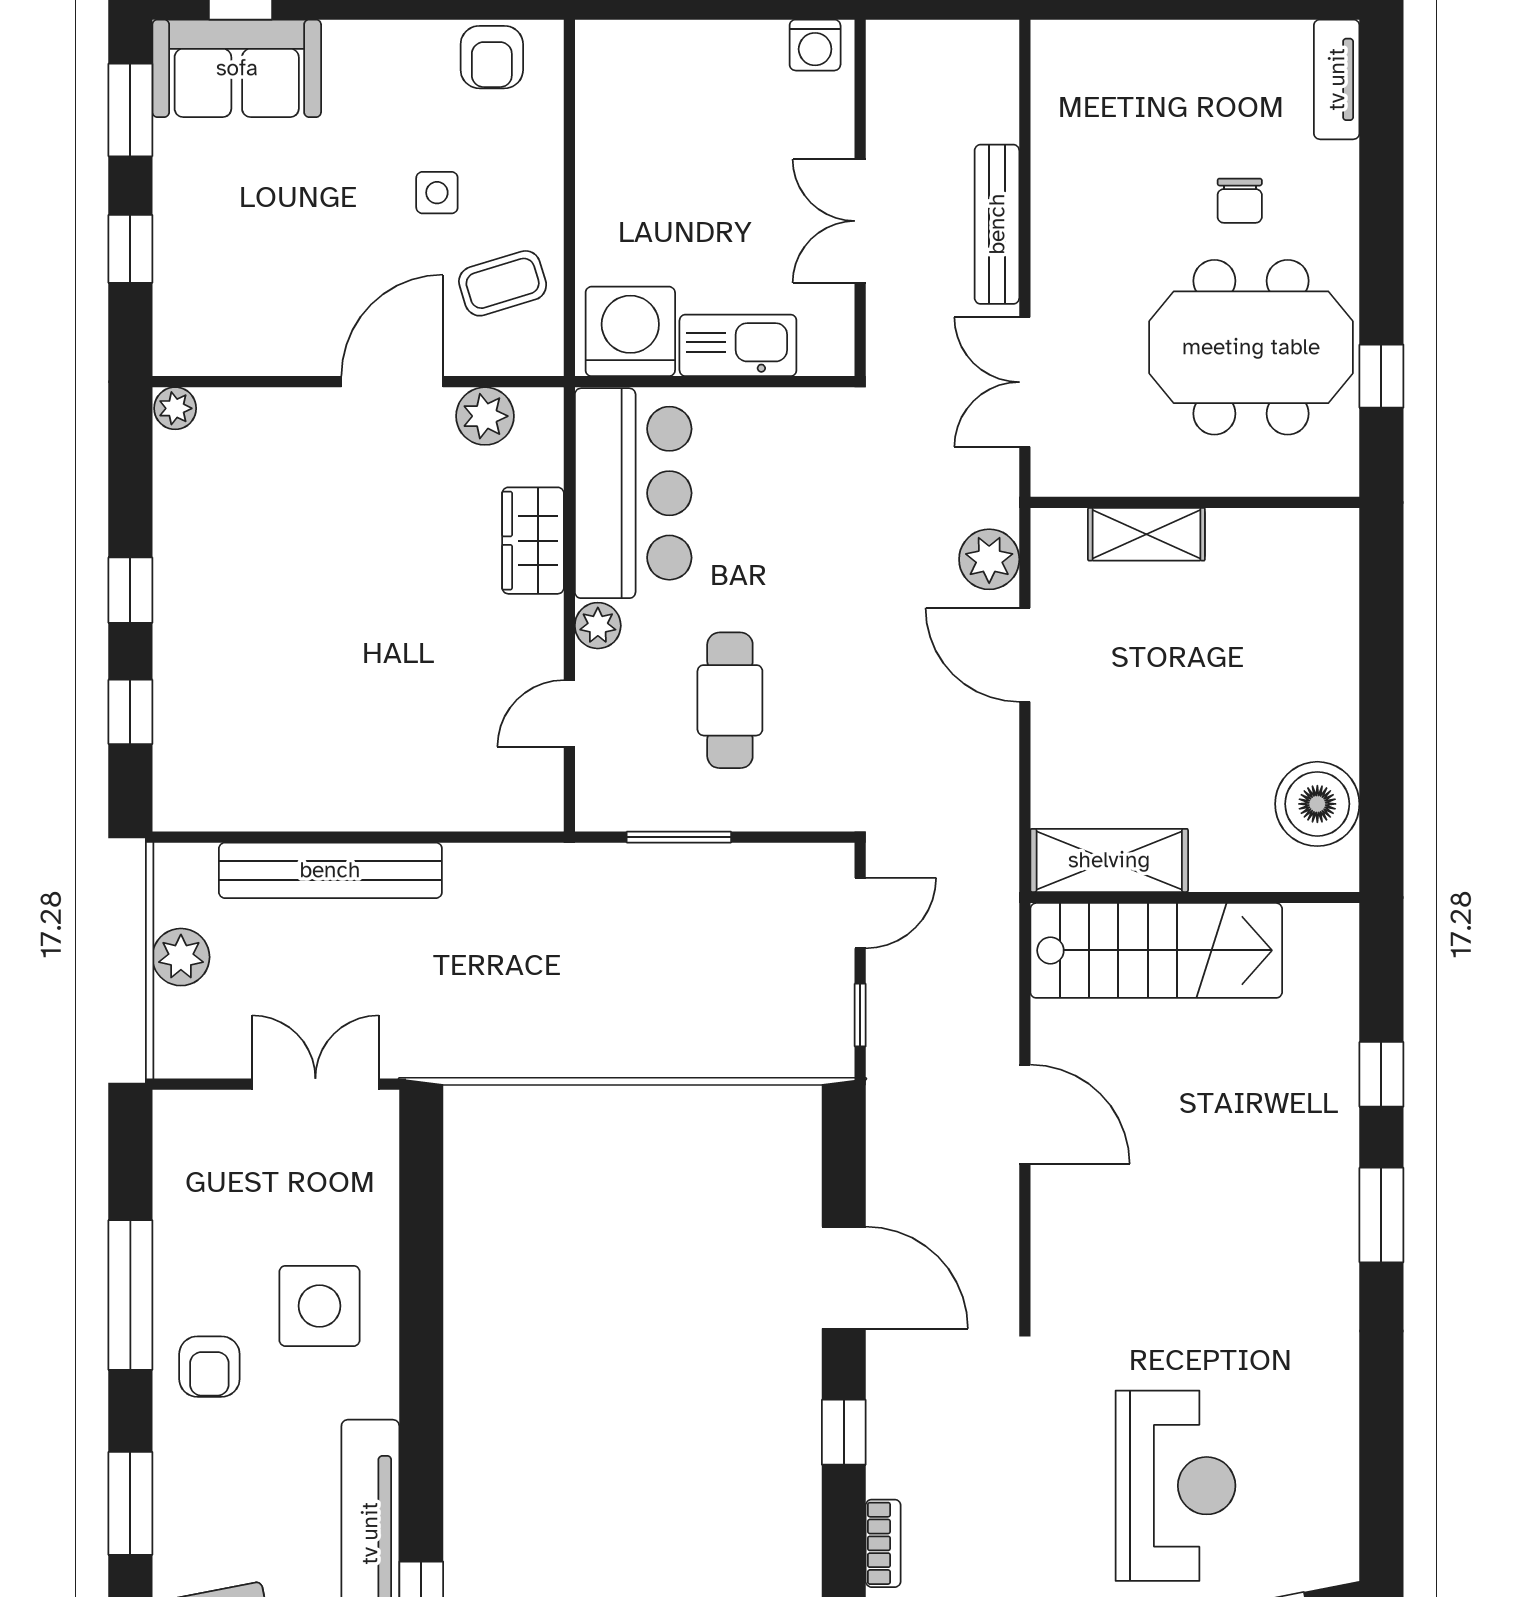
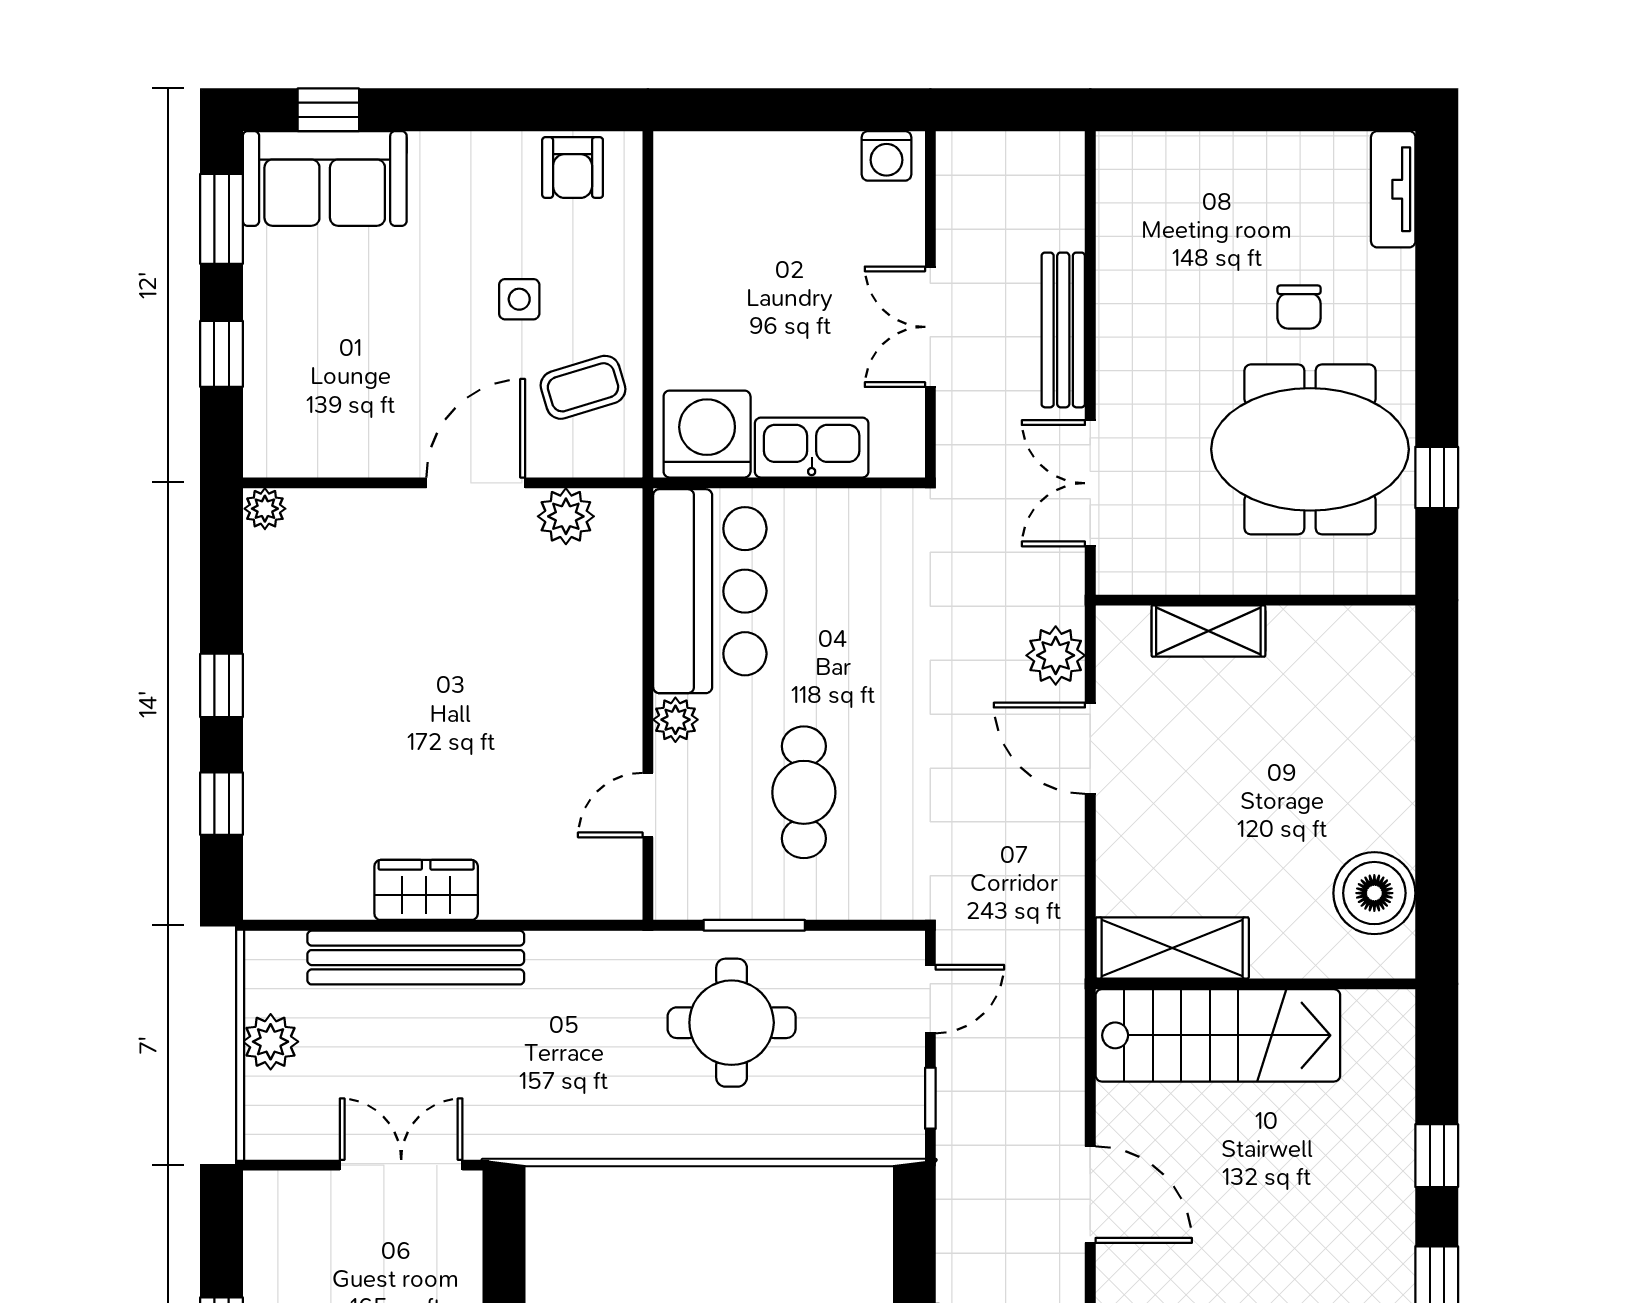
wardrobe: (533, 541) -> (426, 890), moved, turned 90
round table: (656, 937) -> (732, 1023), added

